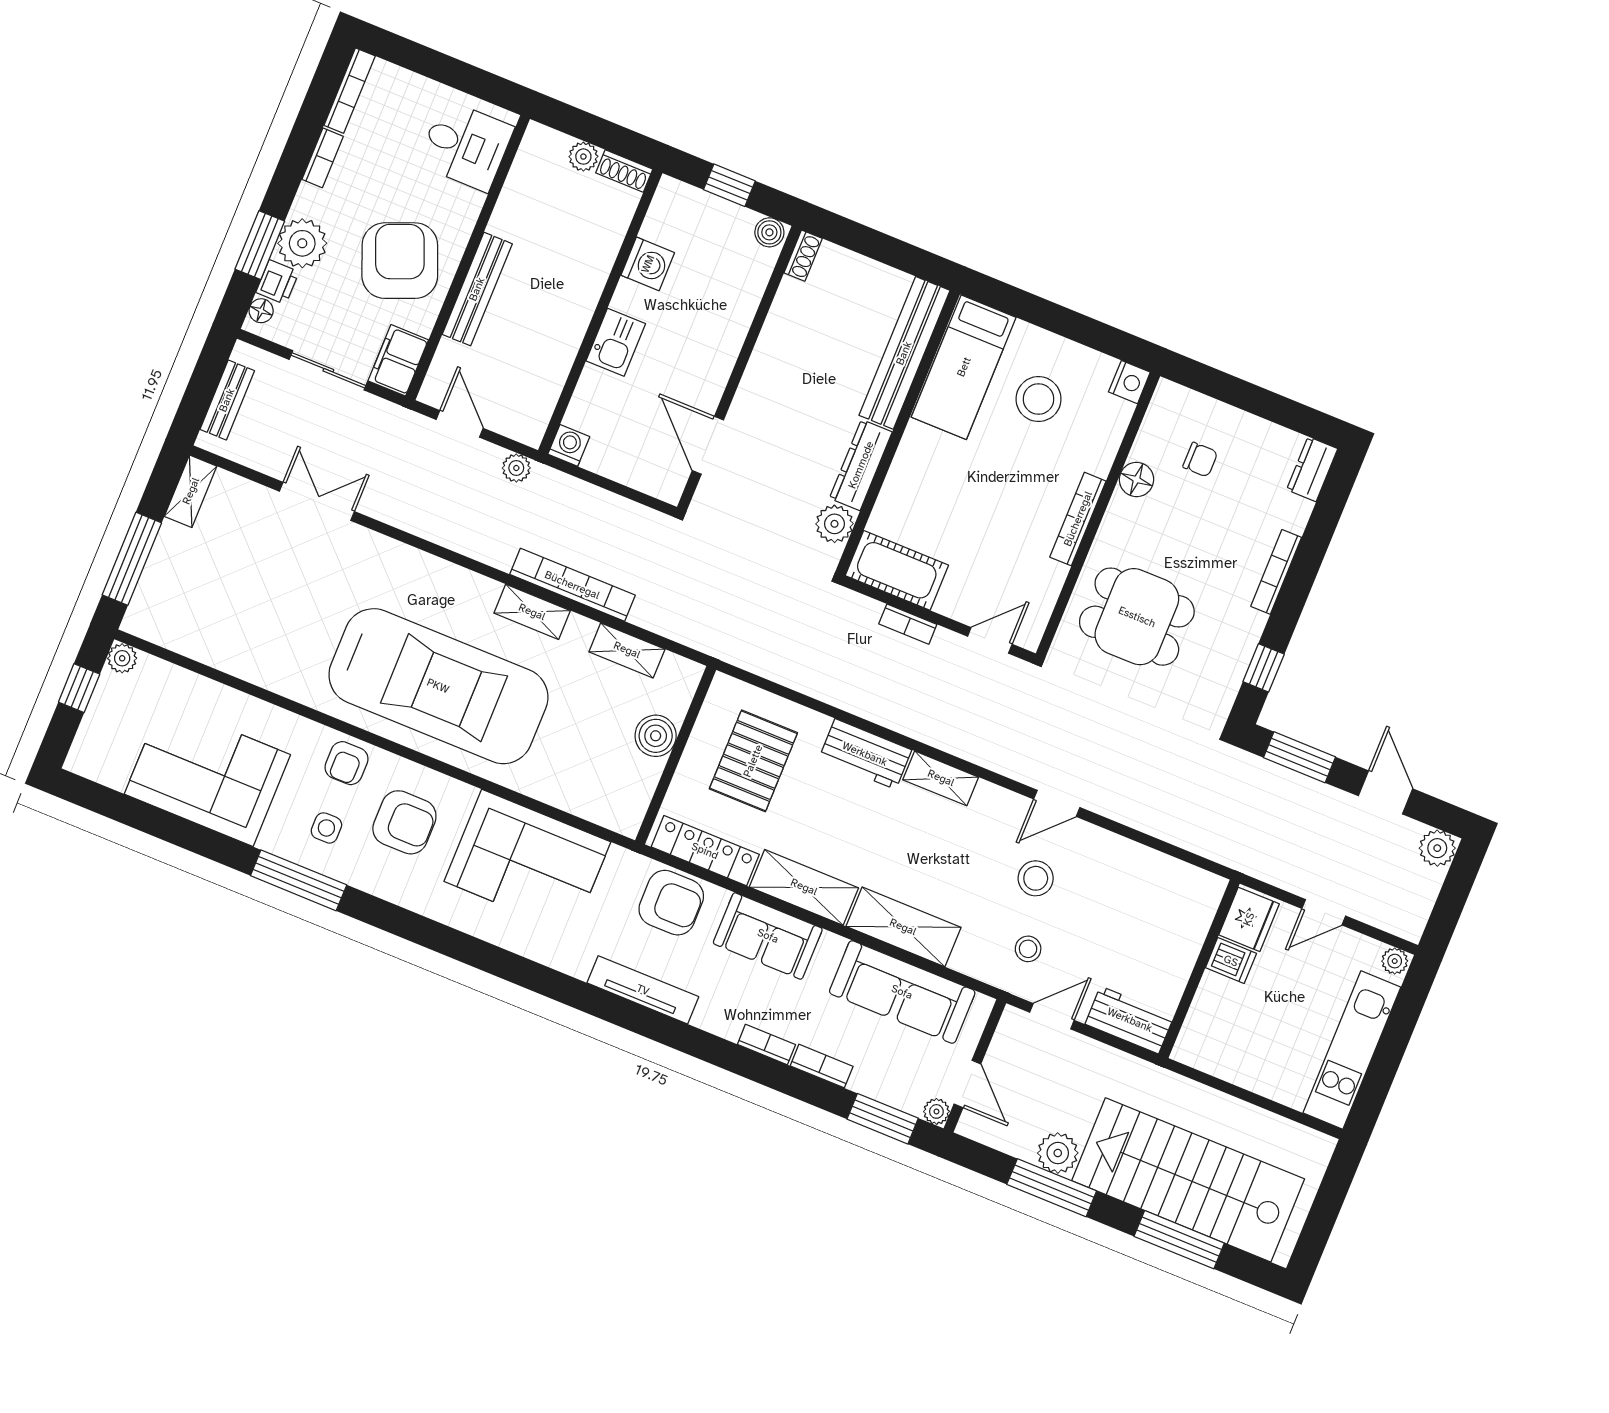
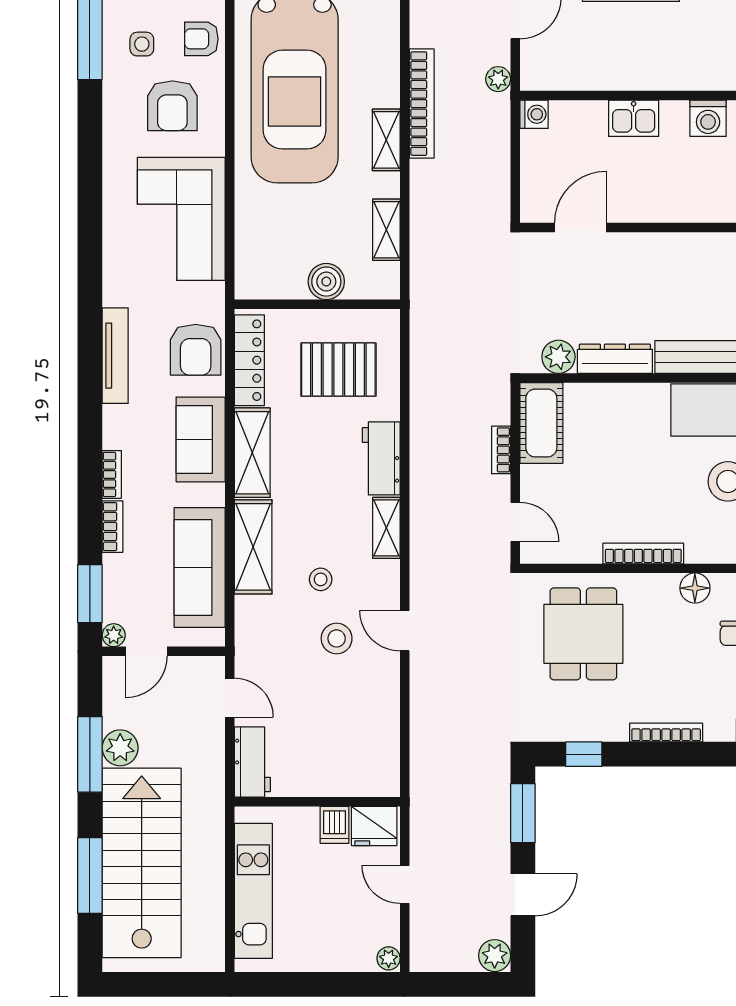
bookcase: (572, 585) -> (422, 104), moved
stool: (1028, 949) -> (321, 579), moved
kitchen unit: (1352, 1050) -> (253, 891), moved, turned 90

